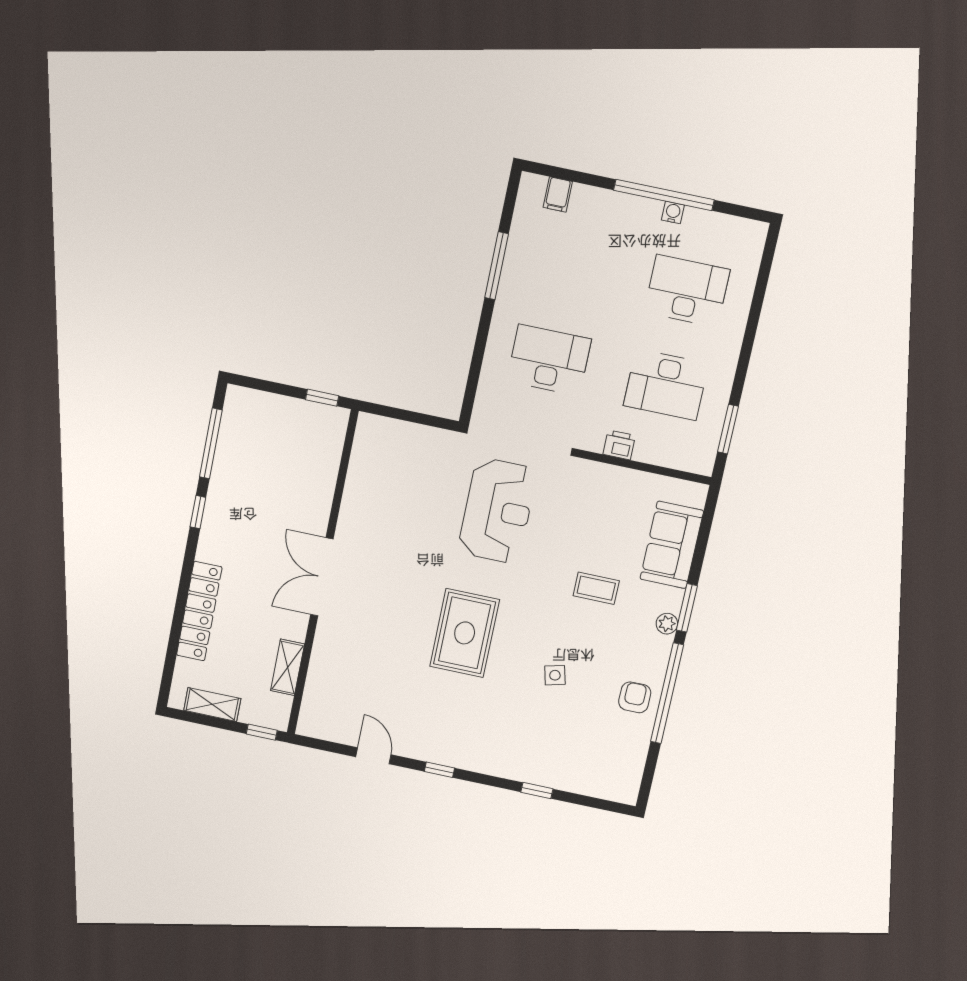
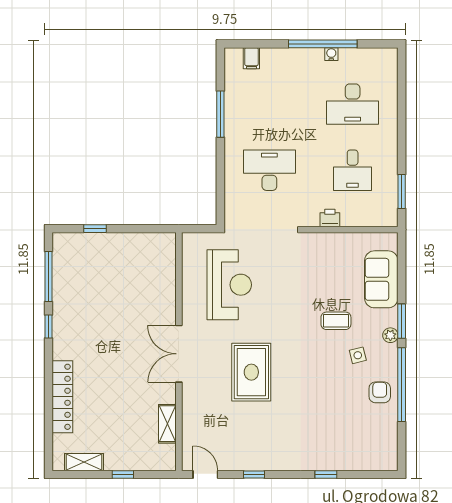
desk: (687, 291) -> (353, 104), turned 180
desk: (666, 385) -> (353, 170), width x0.73
window: (322, 398) -> (95, 229), moved
reception desk: (497, 511) -> (229, 285), moved
wall: (322, 574) -> (179, 352), moved
double door: (322, 577) -> (179, 354), moved
shelving: (288, 667) -> (167, 424), moved
side table: (555, 675) -> (358, 355), moved

